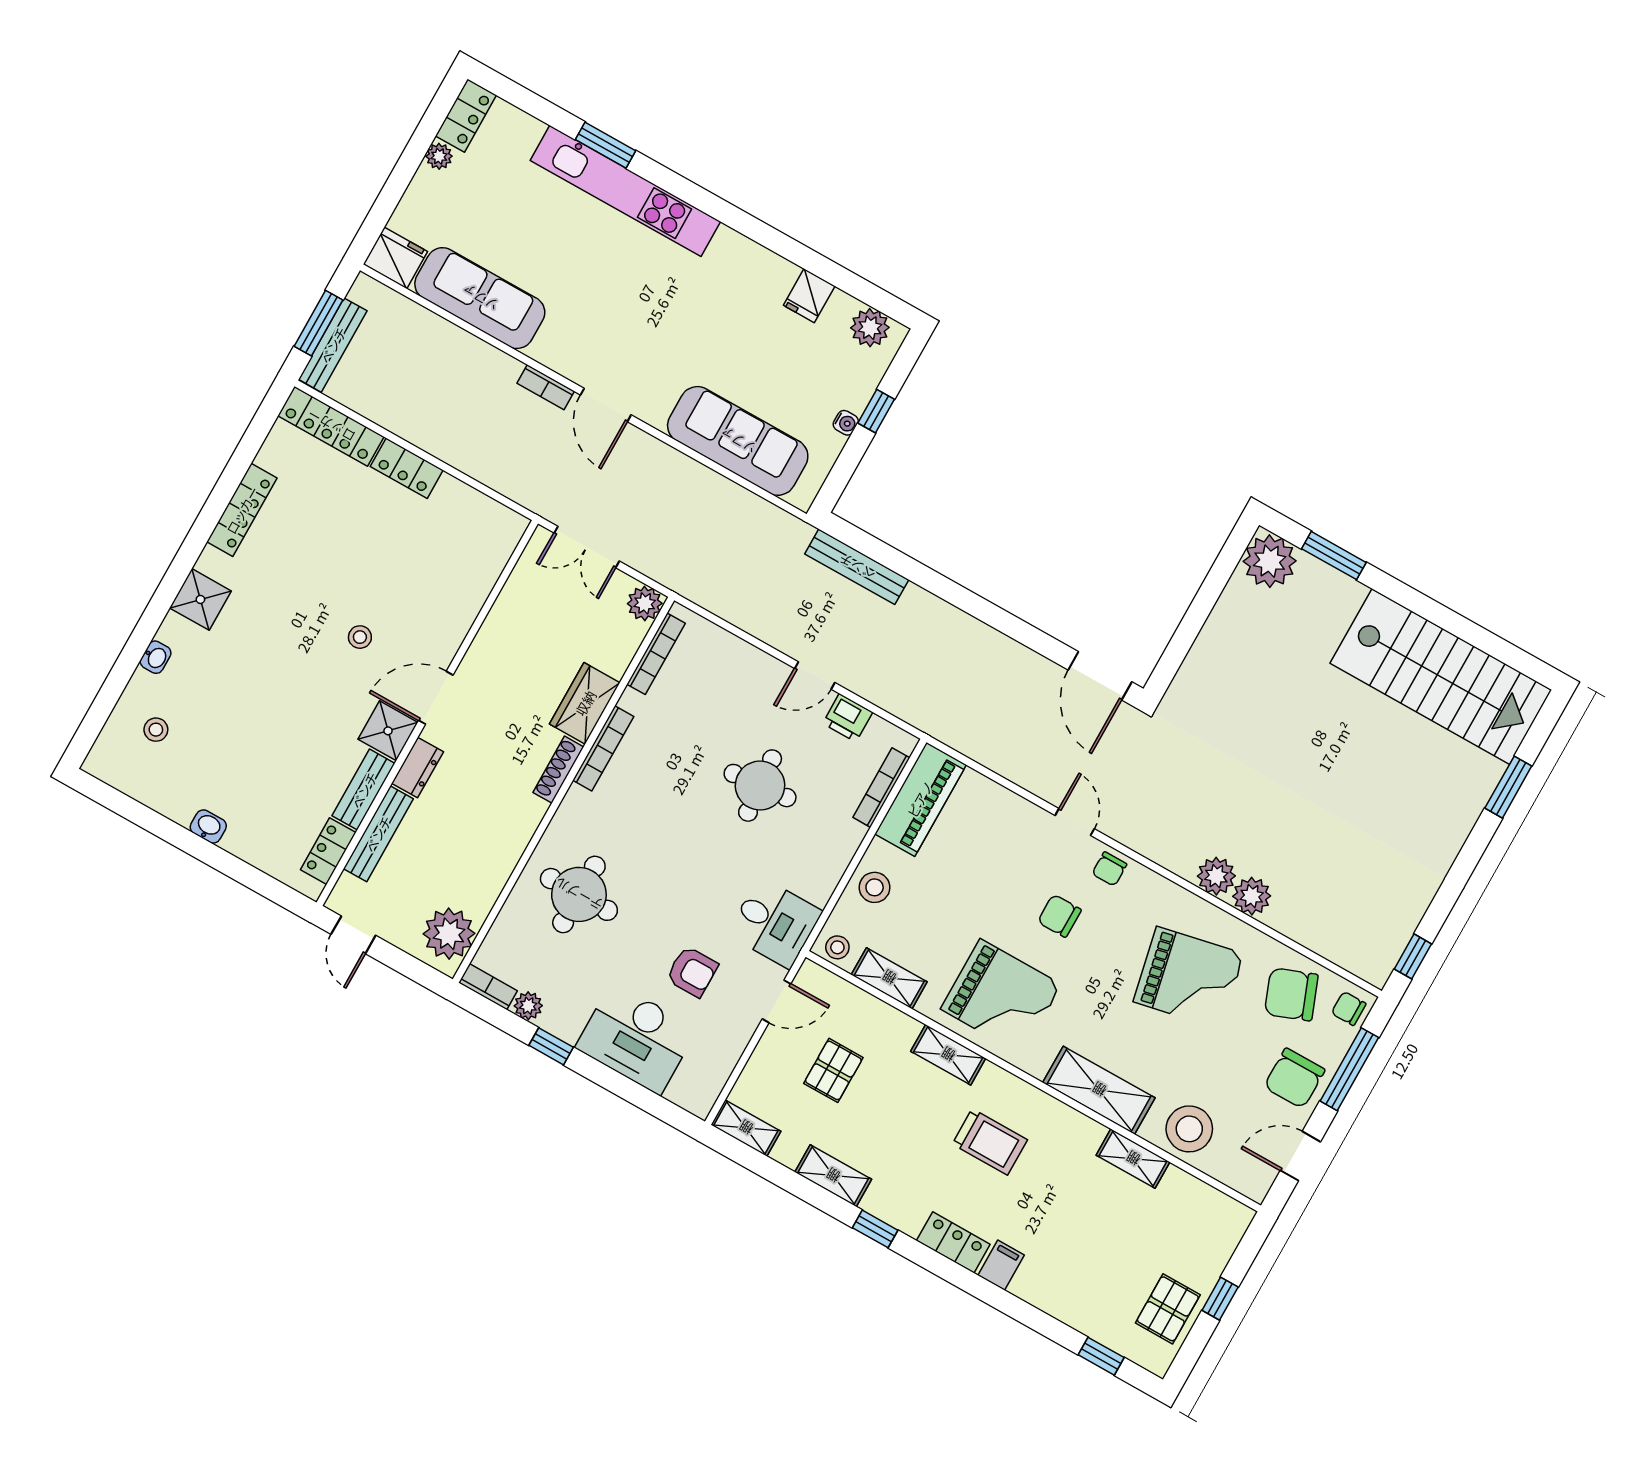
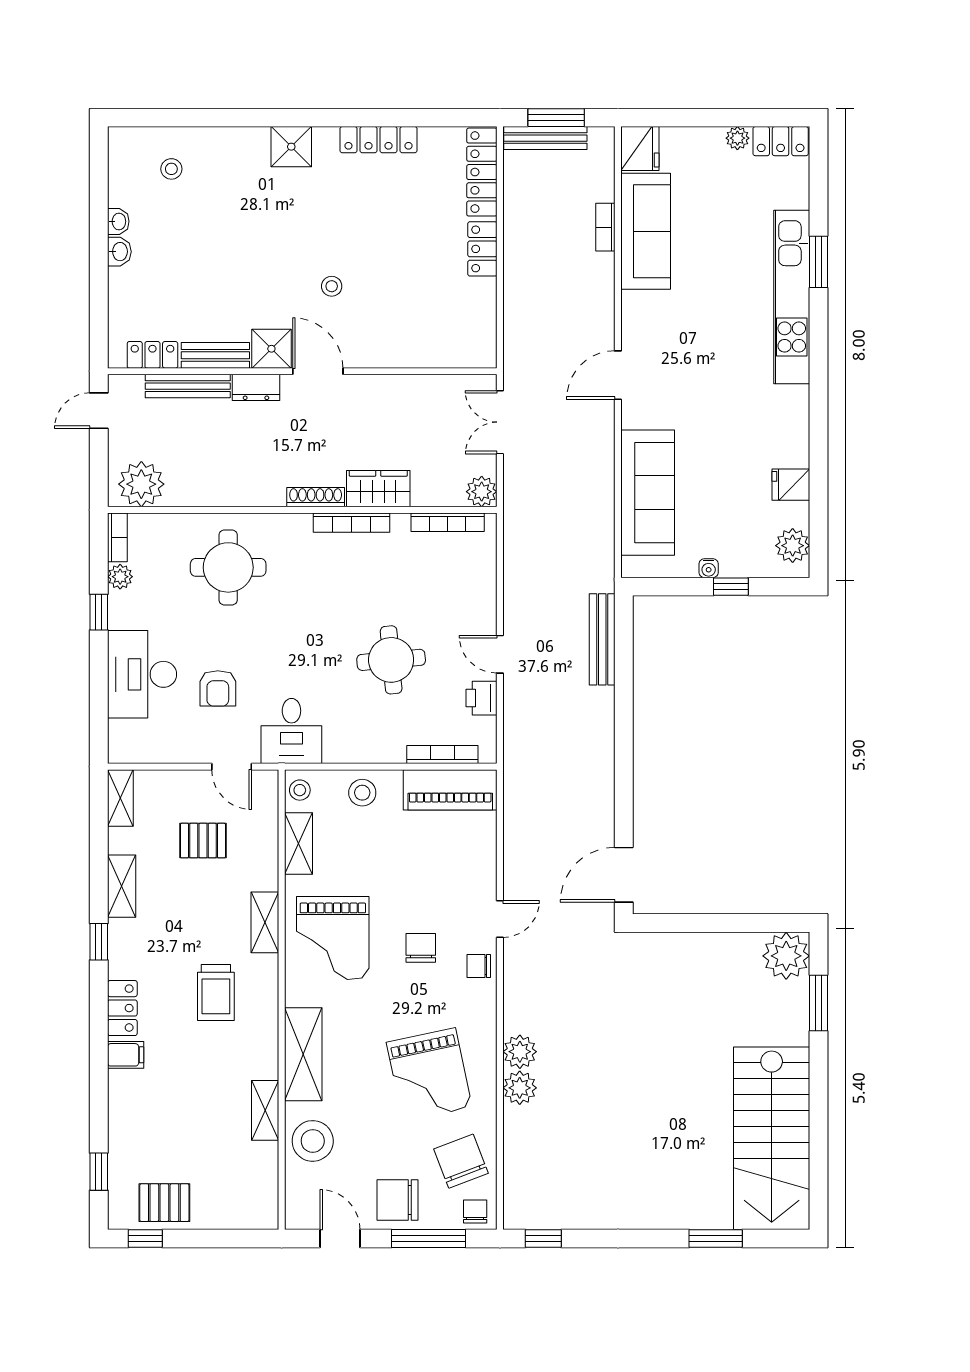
bookcase: (546, 387) -> (605, 227), moved
washbasin: (156, 657) -> (118, 221), moved, turned -90
window: (1220, 1299) -> (145, 1239), moved

